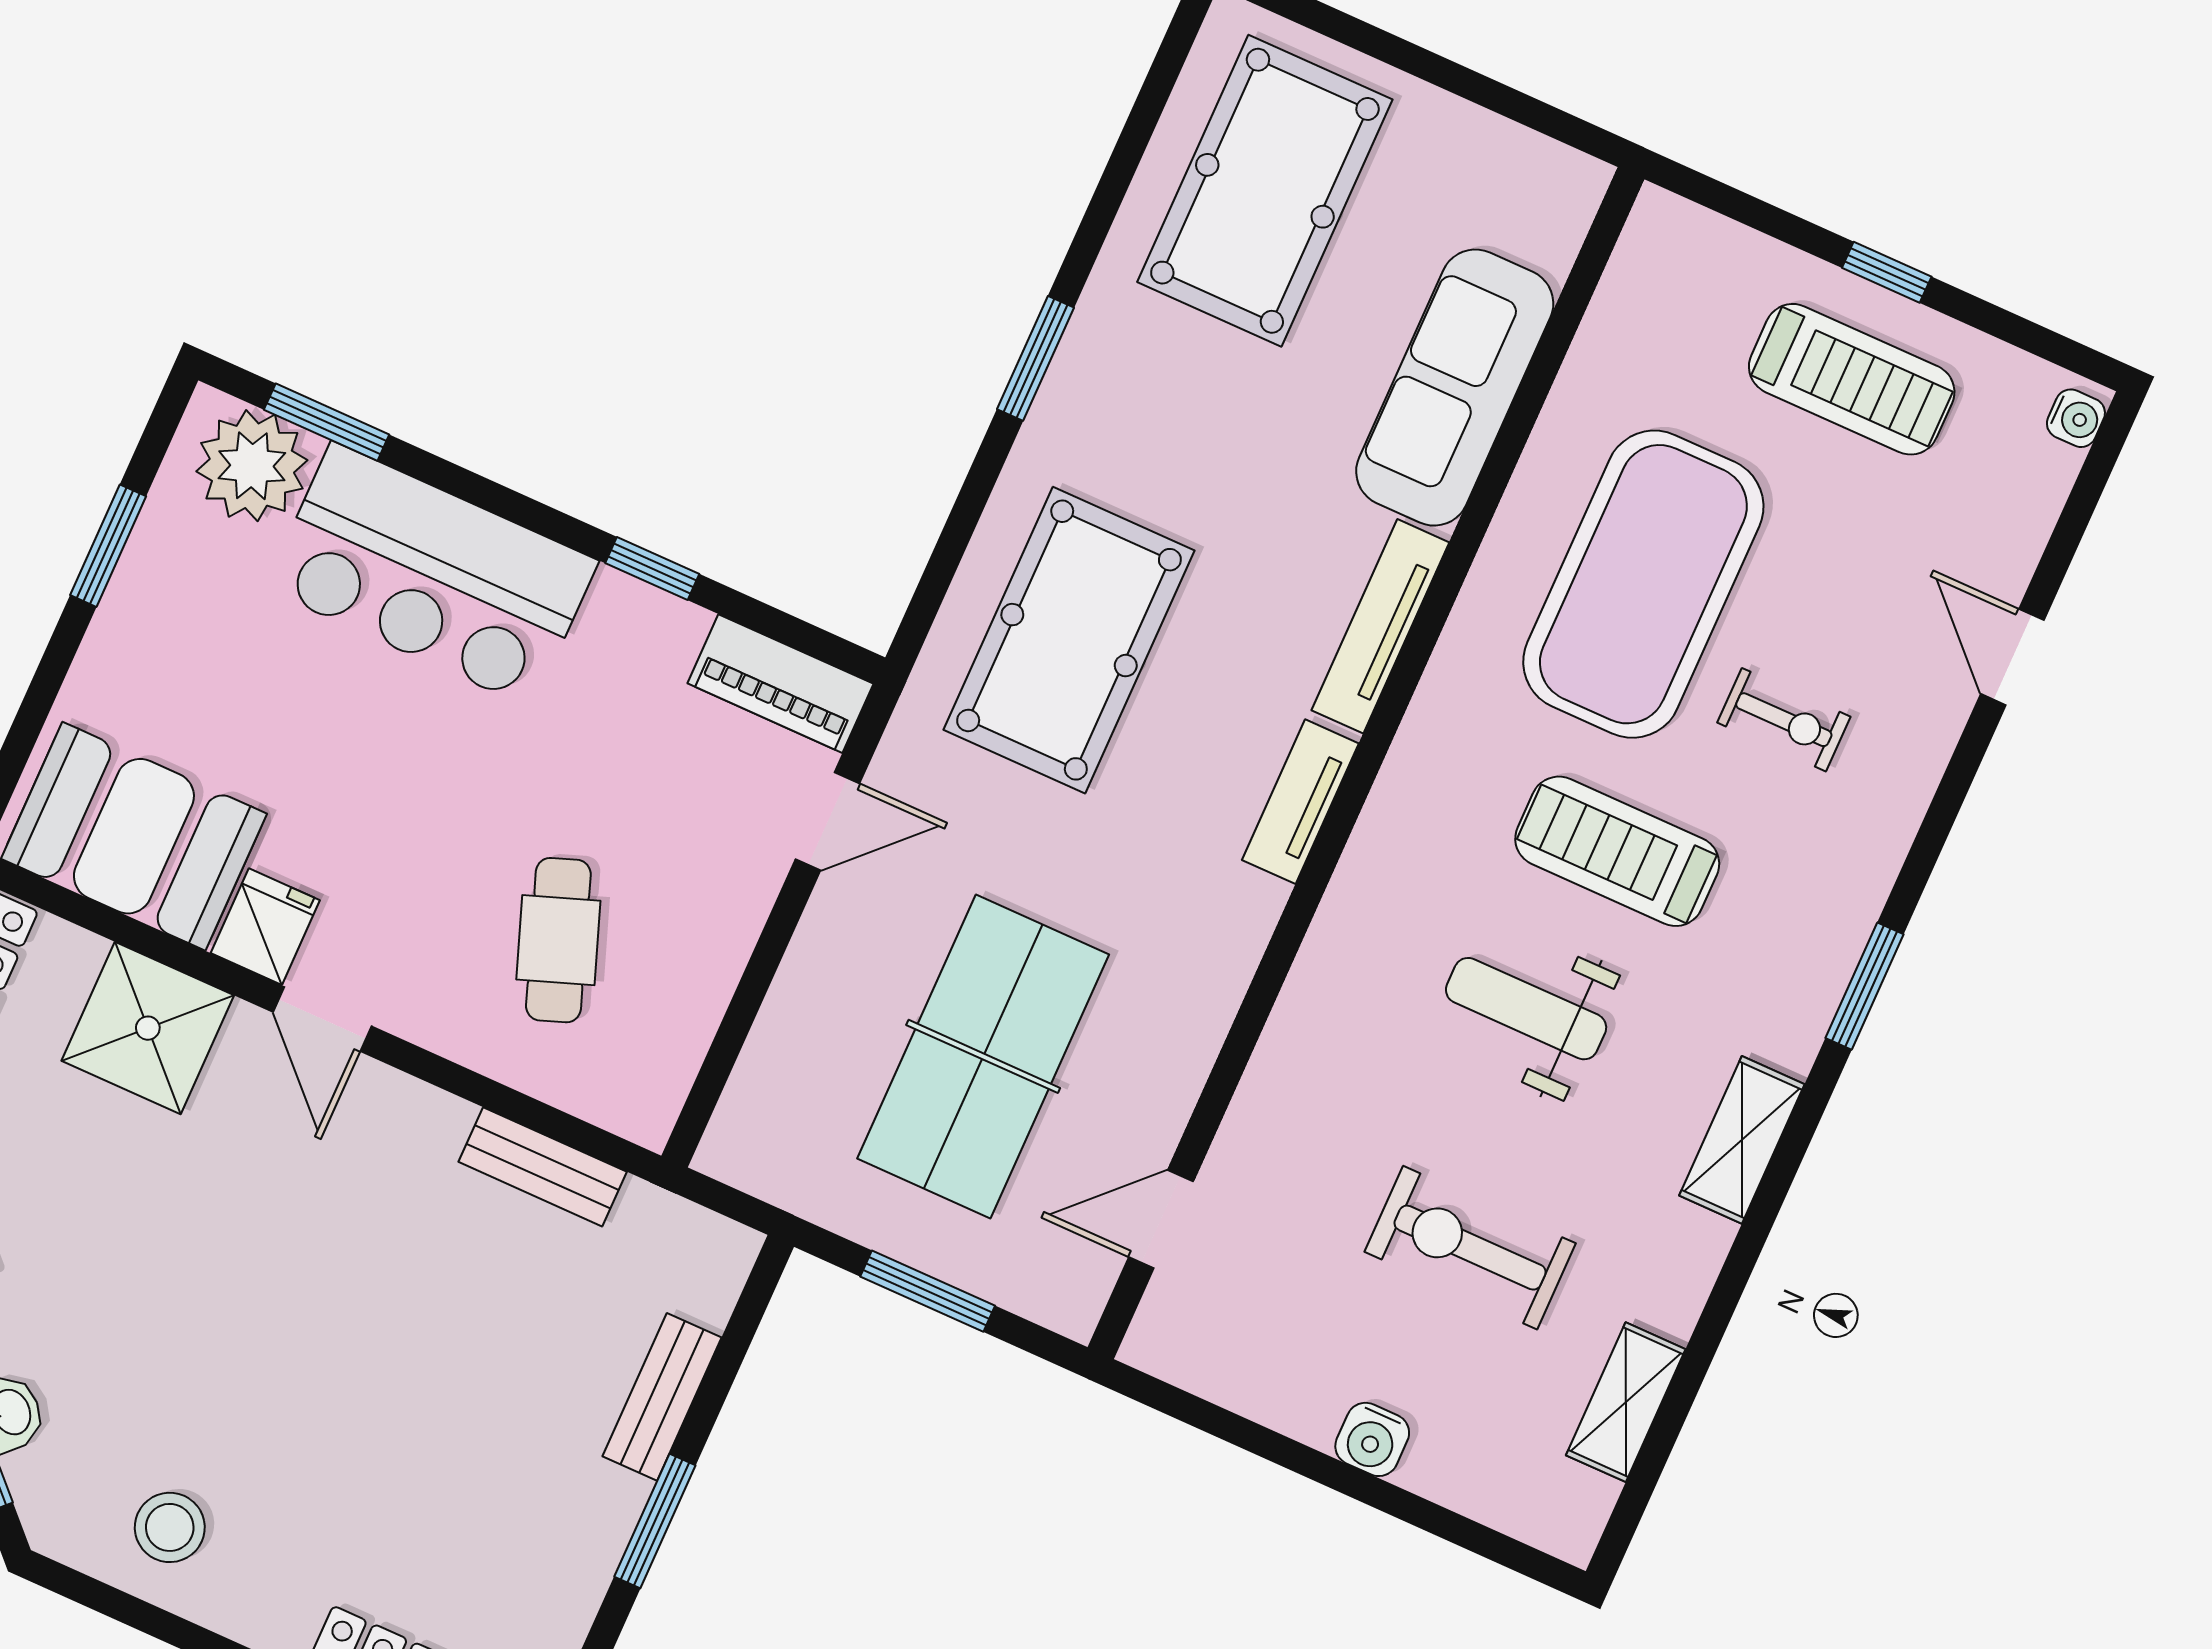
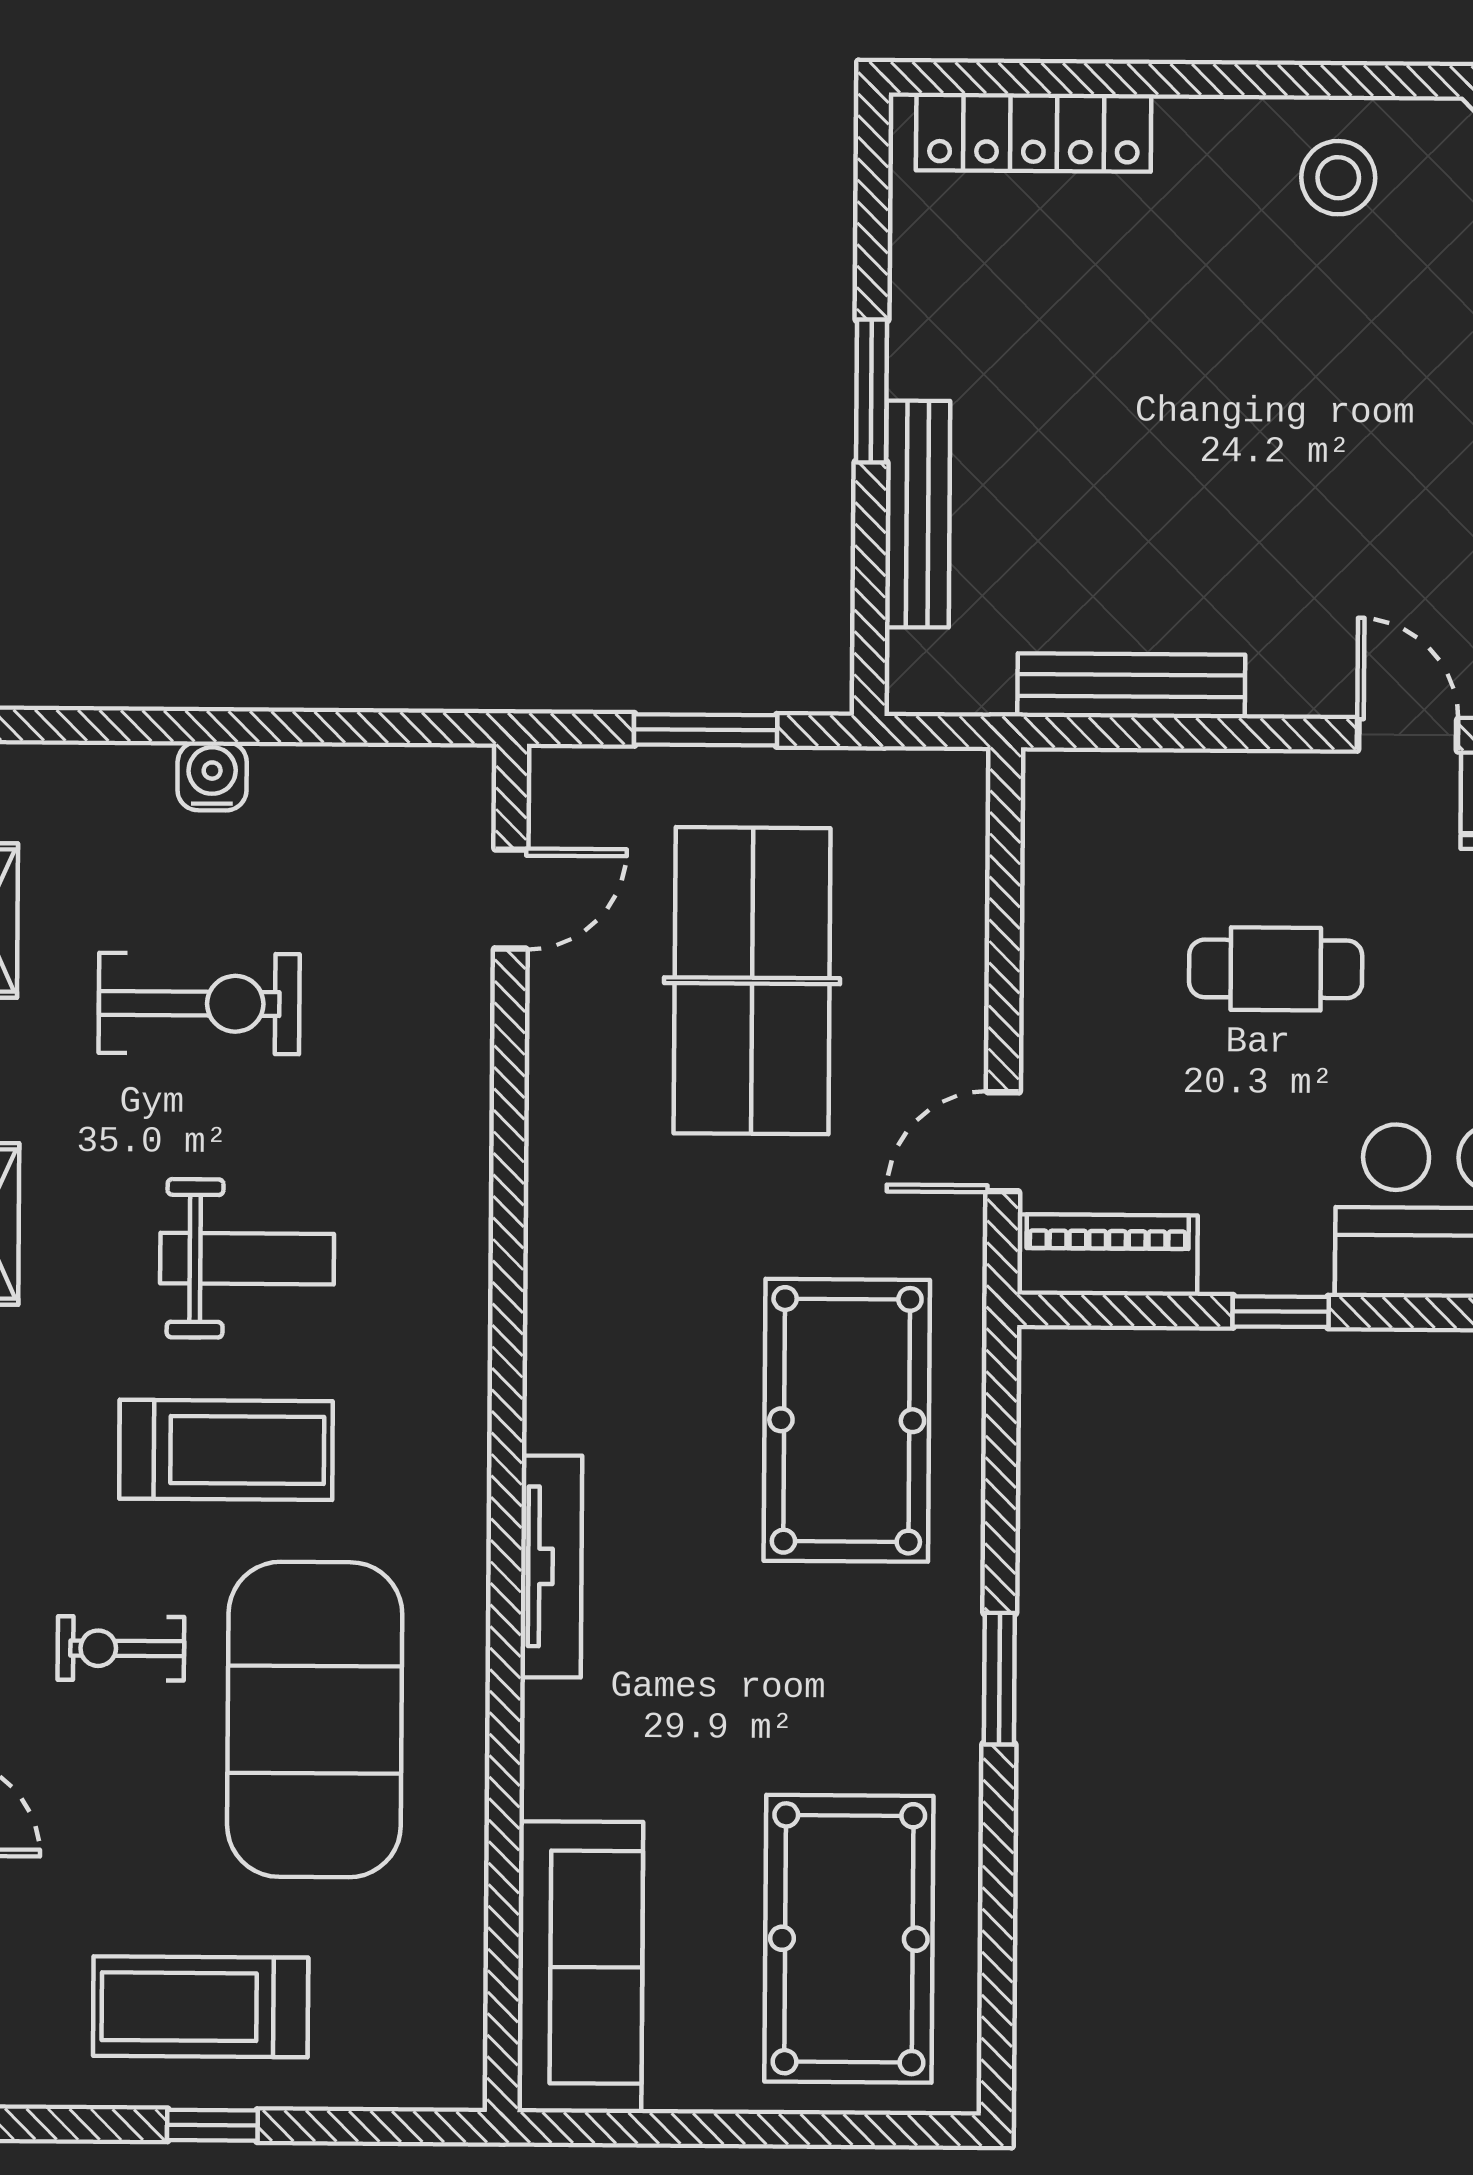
sofa: (1455, 388) -> (580, 1967), moved
tv unit: (1300, 802) -> (554, 1363), removed
cafe table: (558, 940) -> (1276, 969), moved, turned -70
bench: (543, 1167) -> (1131, 686), width x1.36
bench: (662, 1397) -> (918, 514), width x1.36

